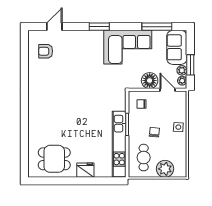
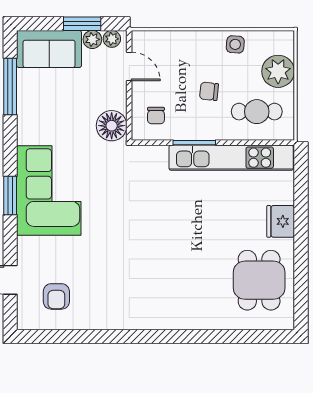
corner sofa: (128, 47) -> (49, 191), moved
floor lamp: (150, 81) -> (112, 126), moved
door: (168, 90) -> (129, 66), swing flipped
side table: (178, 127) -> (235, 44), moved

